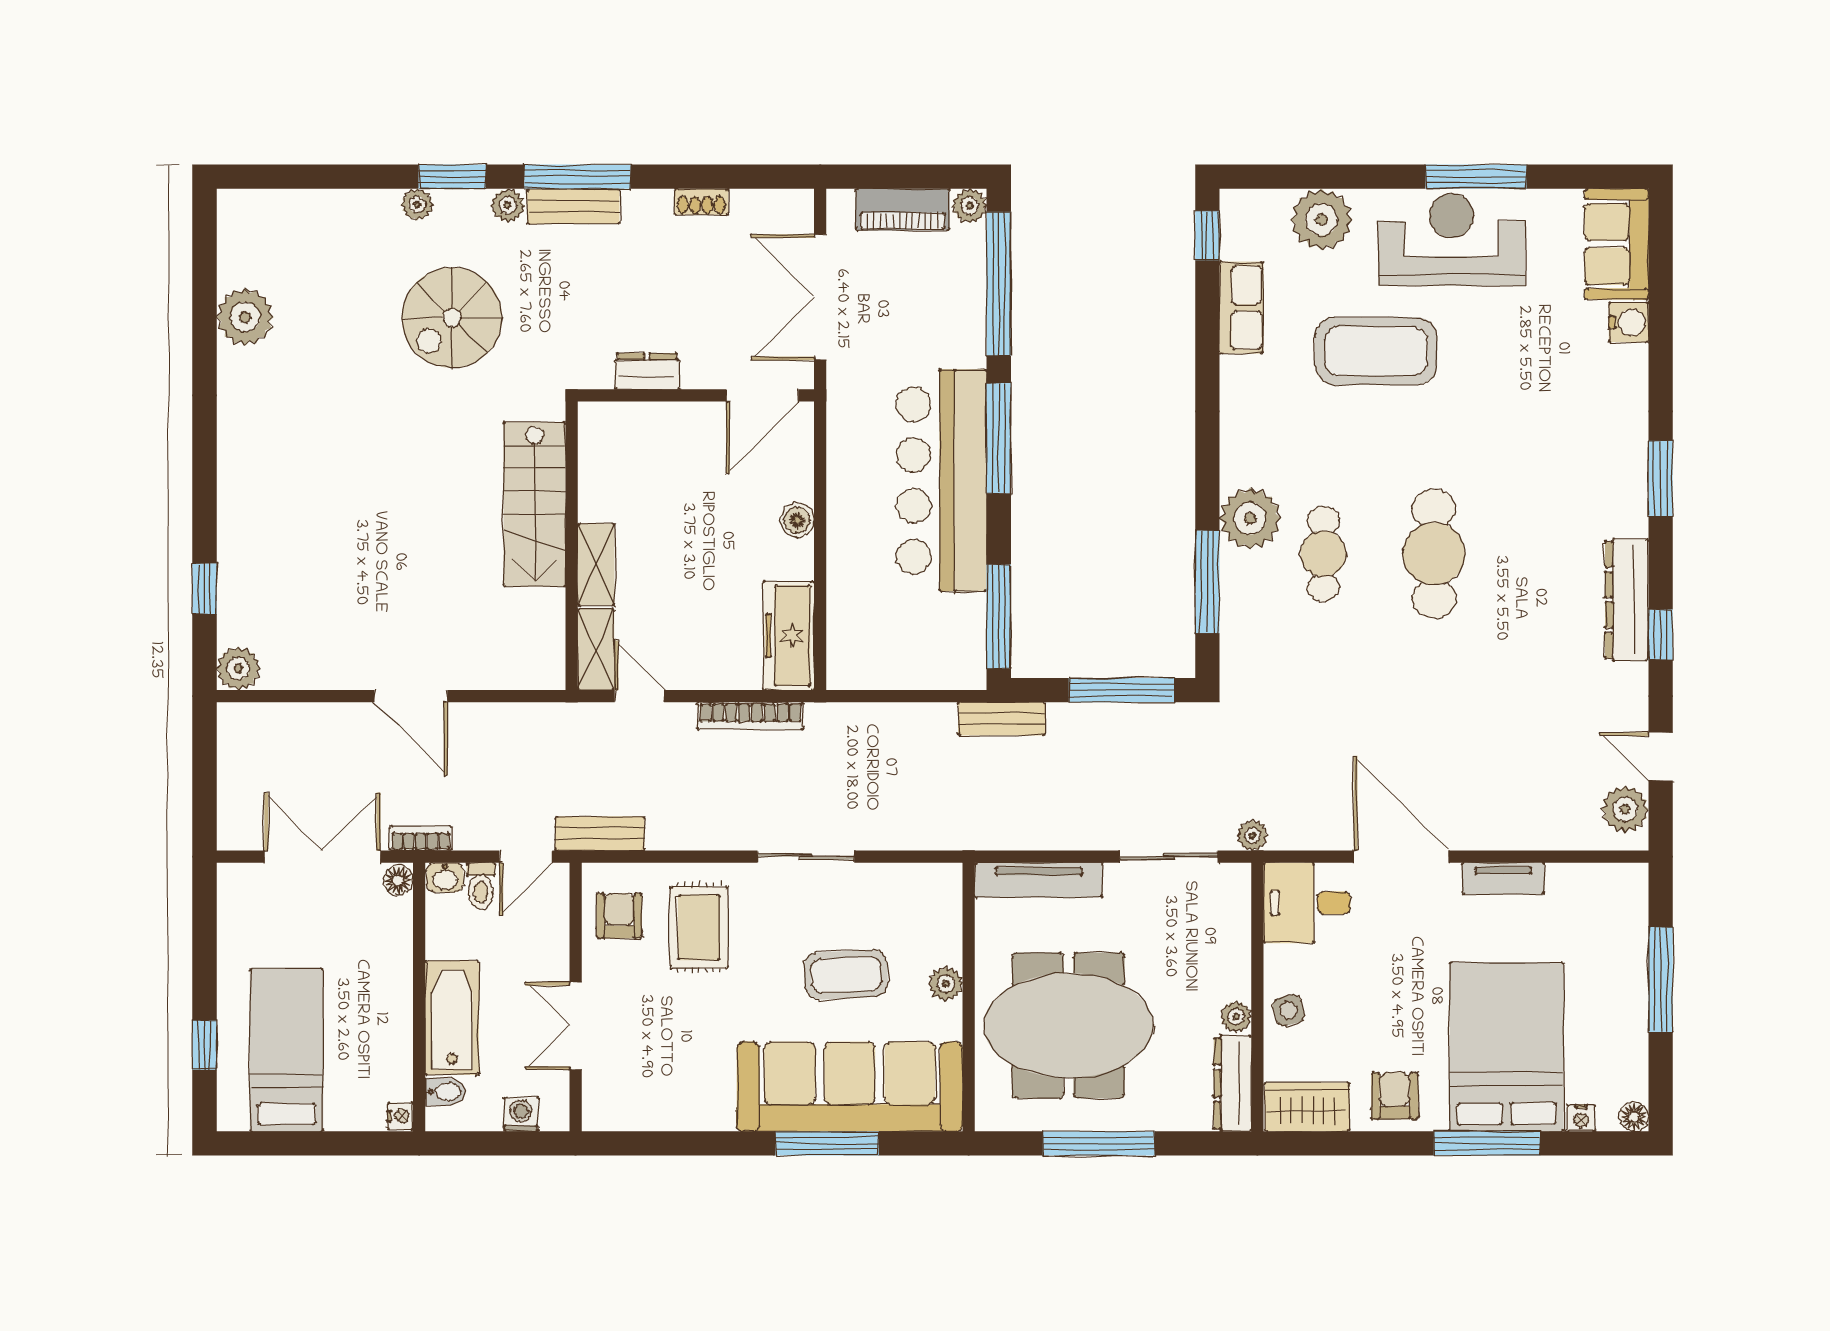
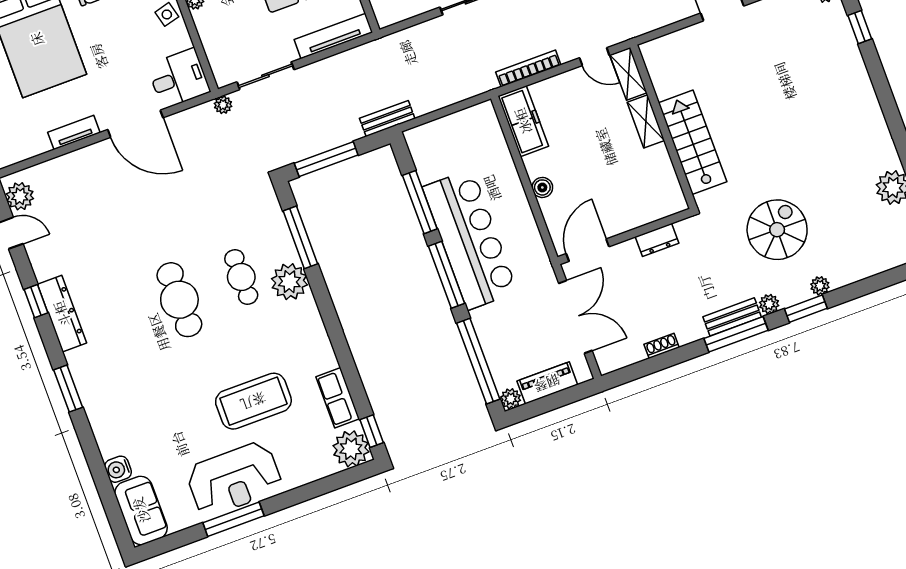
plant: (1321, 219) -> (351, 449), moved
window: (999, 617) -> (420, 202), moved

